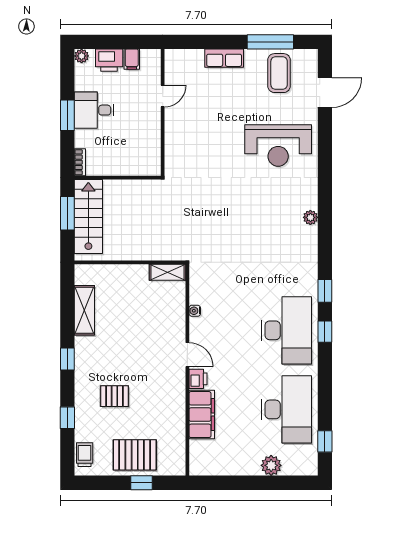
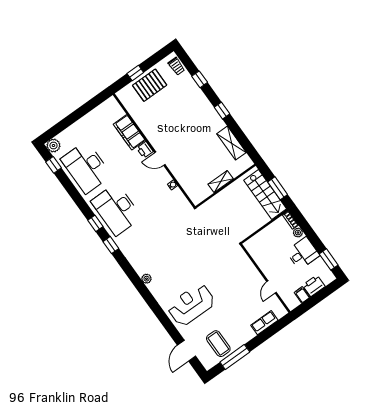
plant: (82, 56) -> (298, 233), moved
row of seats: (224, 58) -> (264, 323), moved
window: (67, 115) -> (329, 259), moved
shelving: (167, 272) -> (221, 182), moved
pallet: (114, 396) -> (183, 109), removed
plant: (271, 465) -> (53, 146), moved

